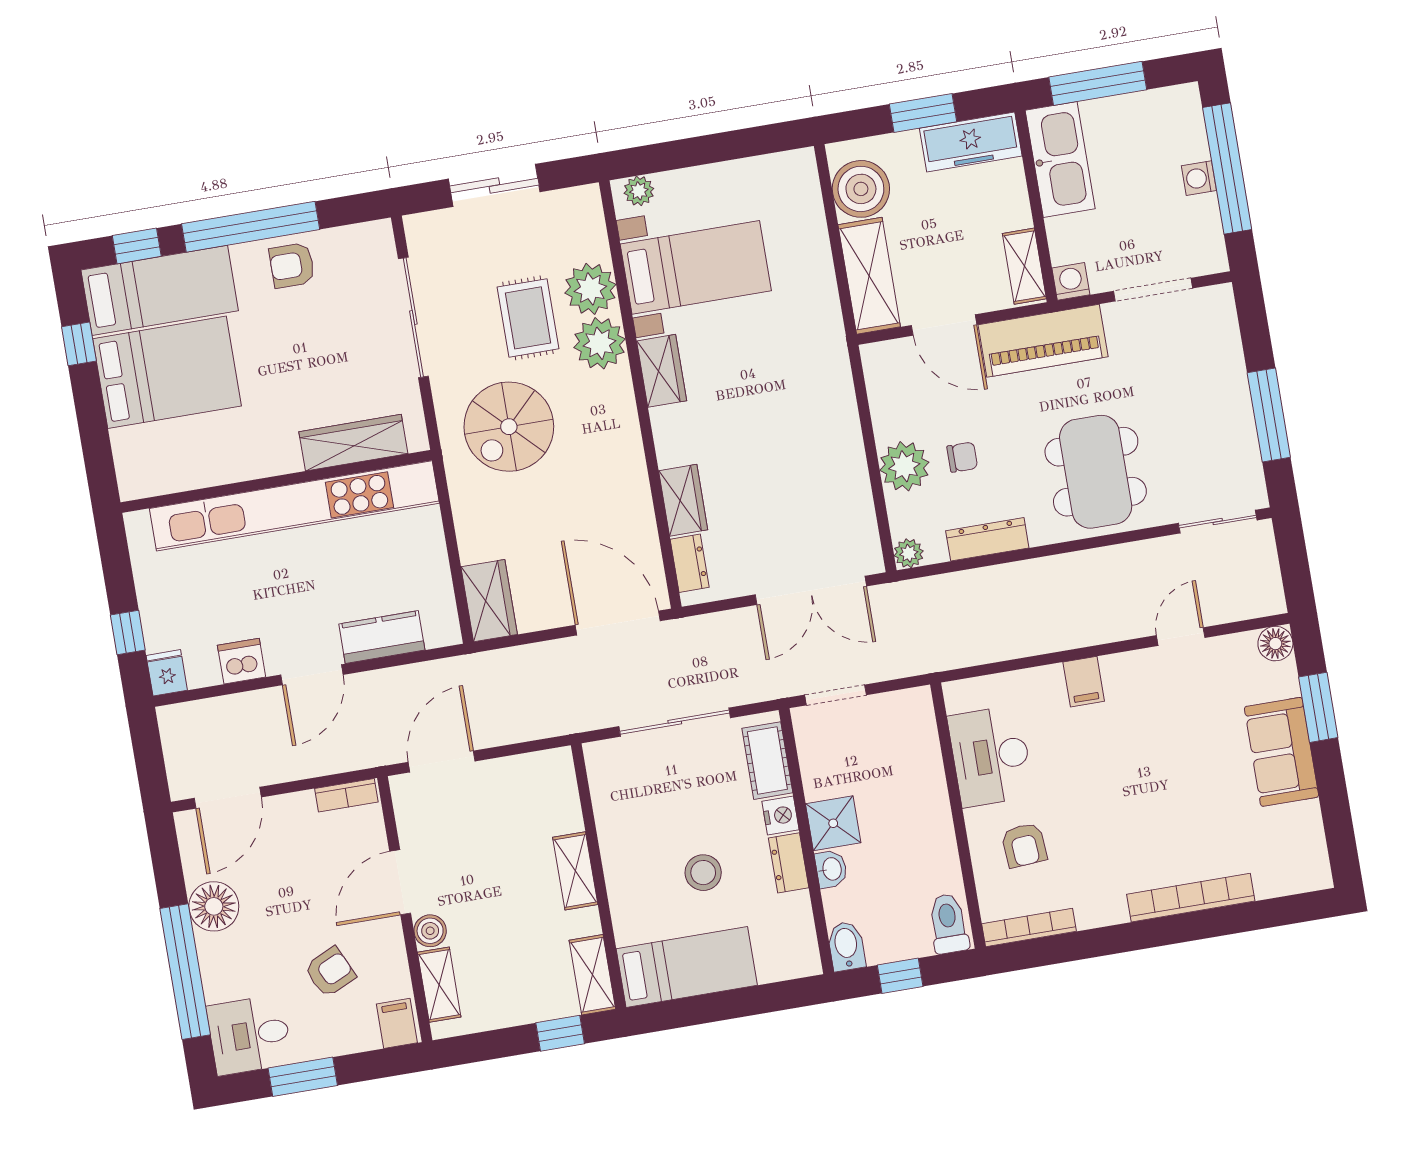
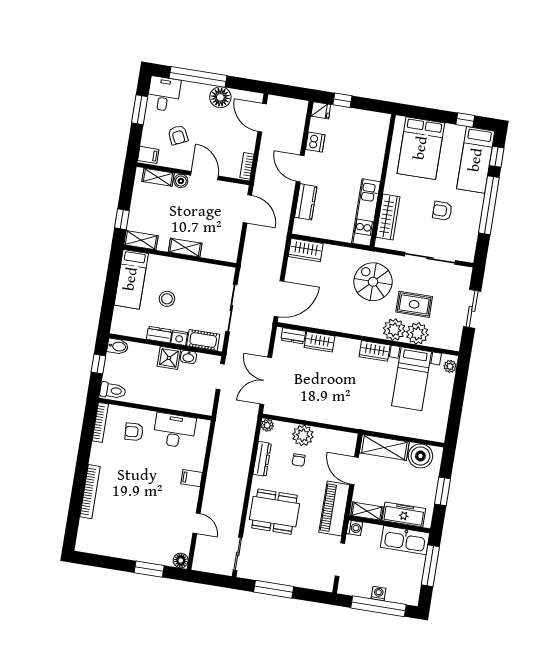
freezer: (971, 142) -> (404, 514), moved, turned 90
armchair: (292, 265) -> (442, 211), moved, turned -90
door: (944, 325) -> (354, 471), hinge flipped
bed: (167, 372) -> (421, 148), moved
kitchen unit: (294, 506) -> (366, 212), width x0.54
sofa: (1281, 752) -> (136, 548), removed
washbasin: (831, 869) -> (188, 357), moved

